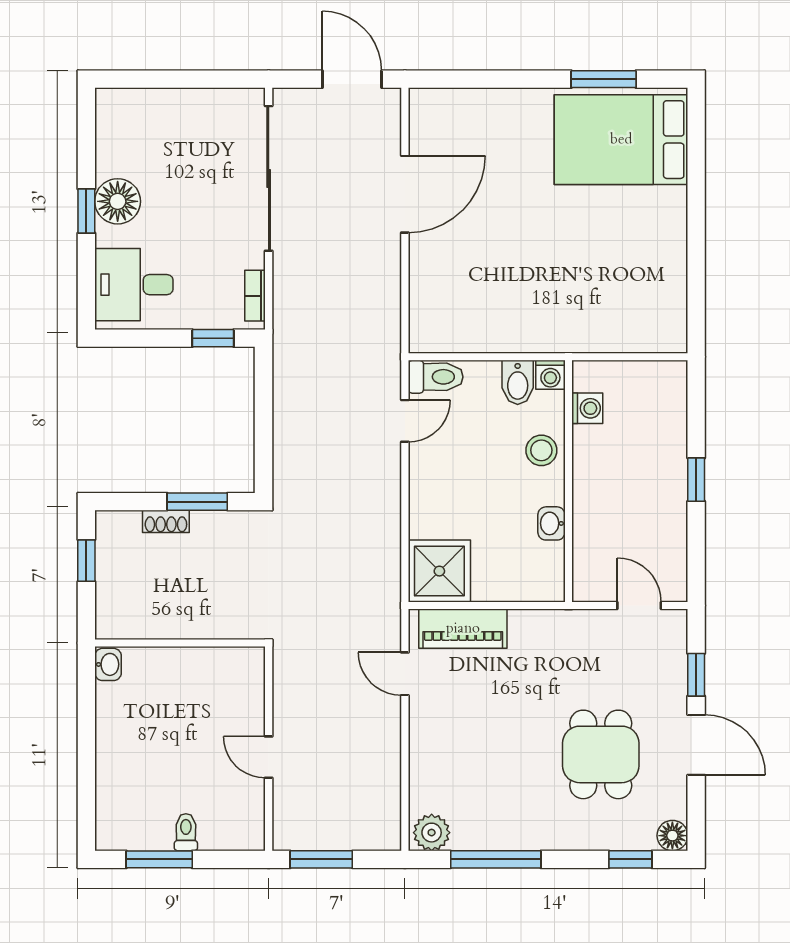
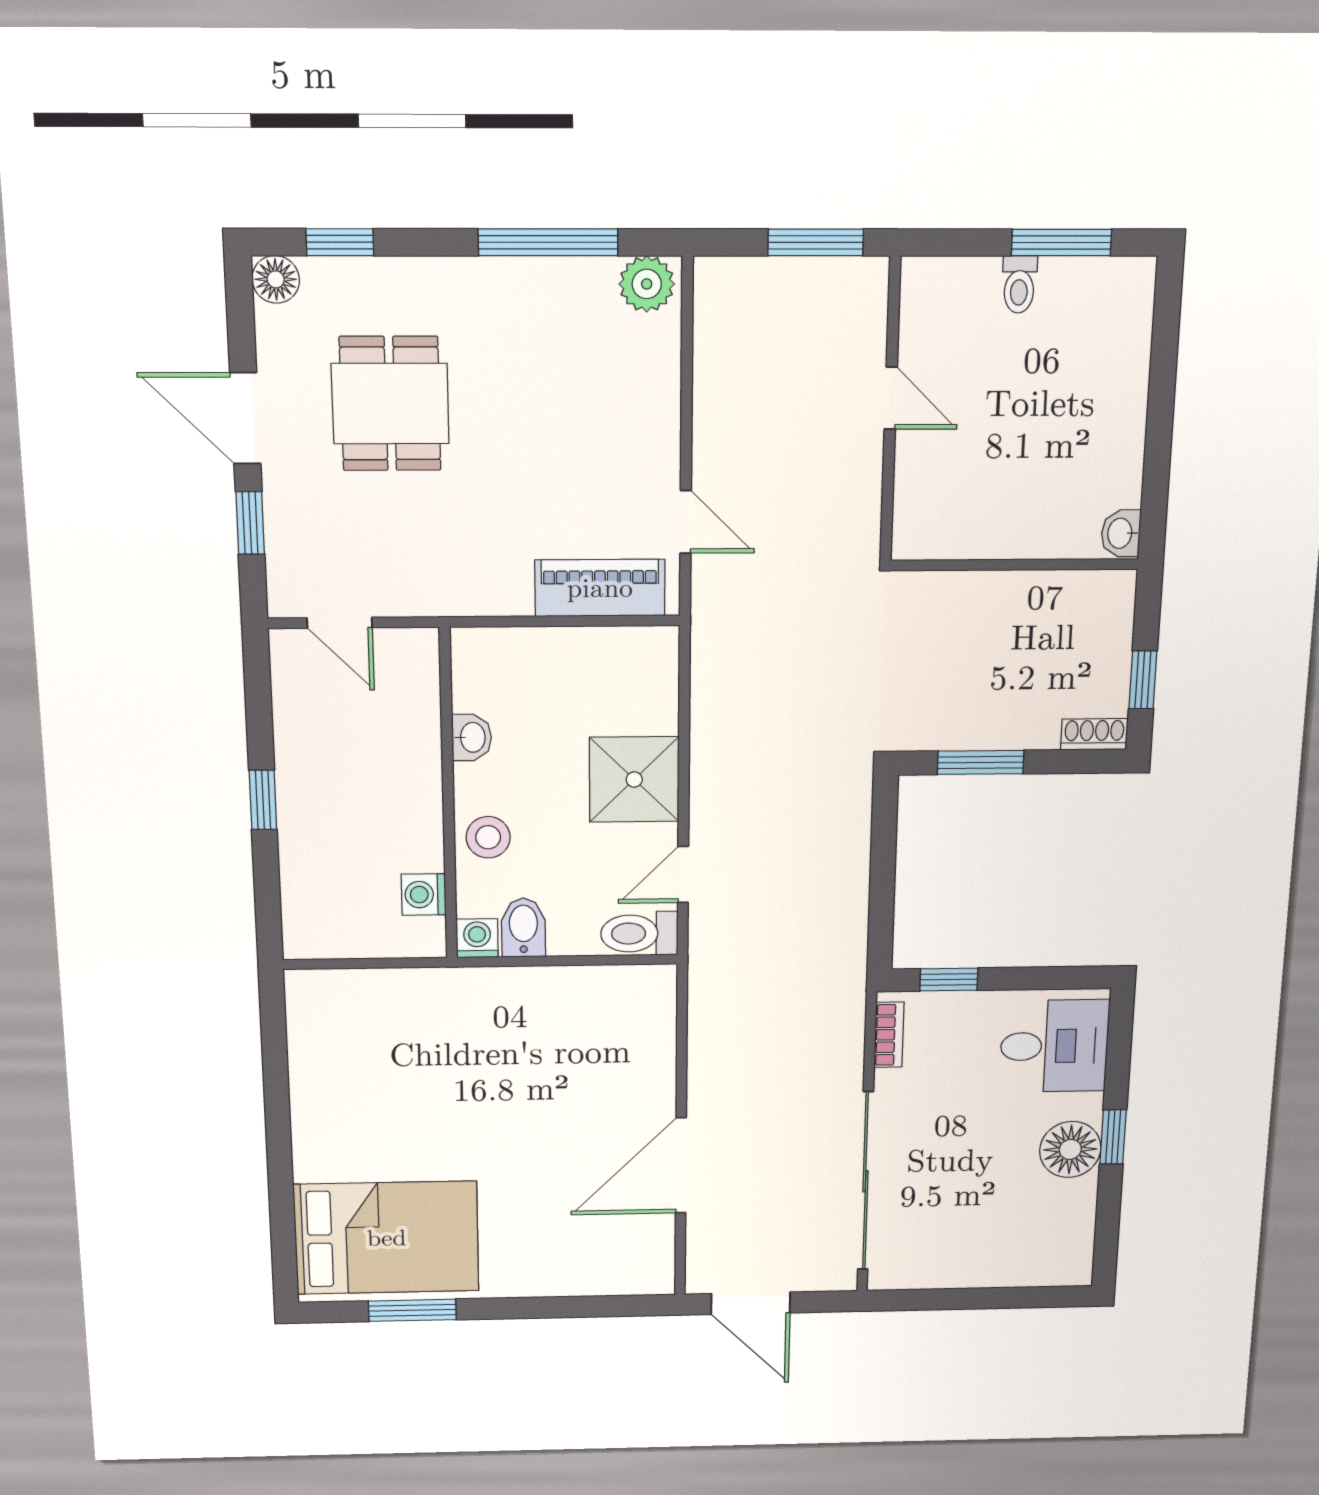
shoe rack: (166, 521) -> (1094, 734), moved
shower: (439, 571) -> (634, 780), moved

